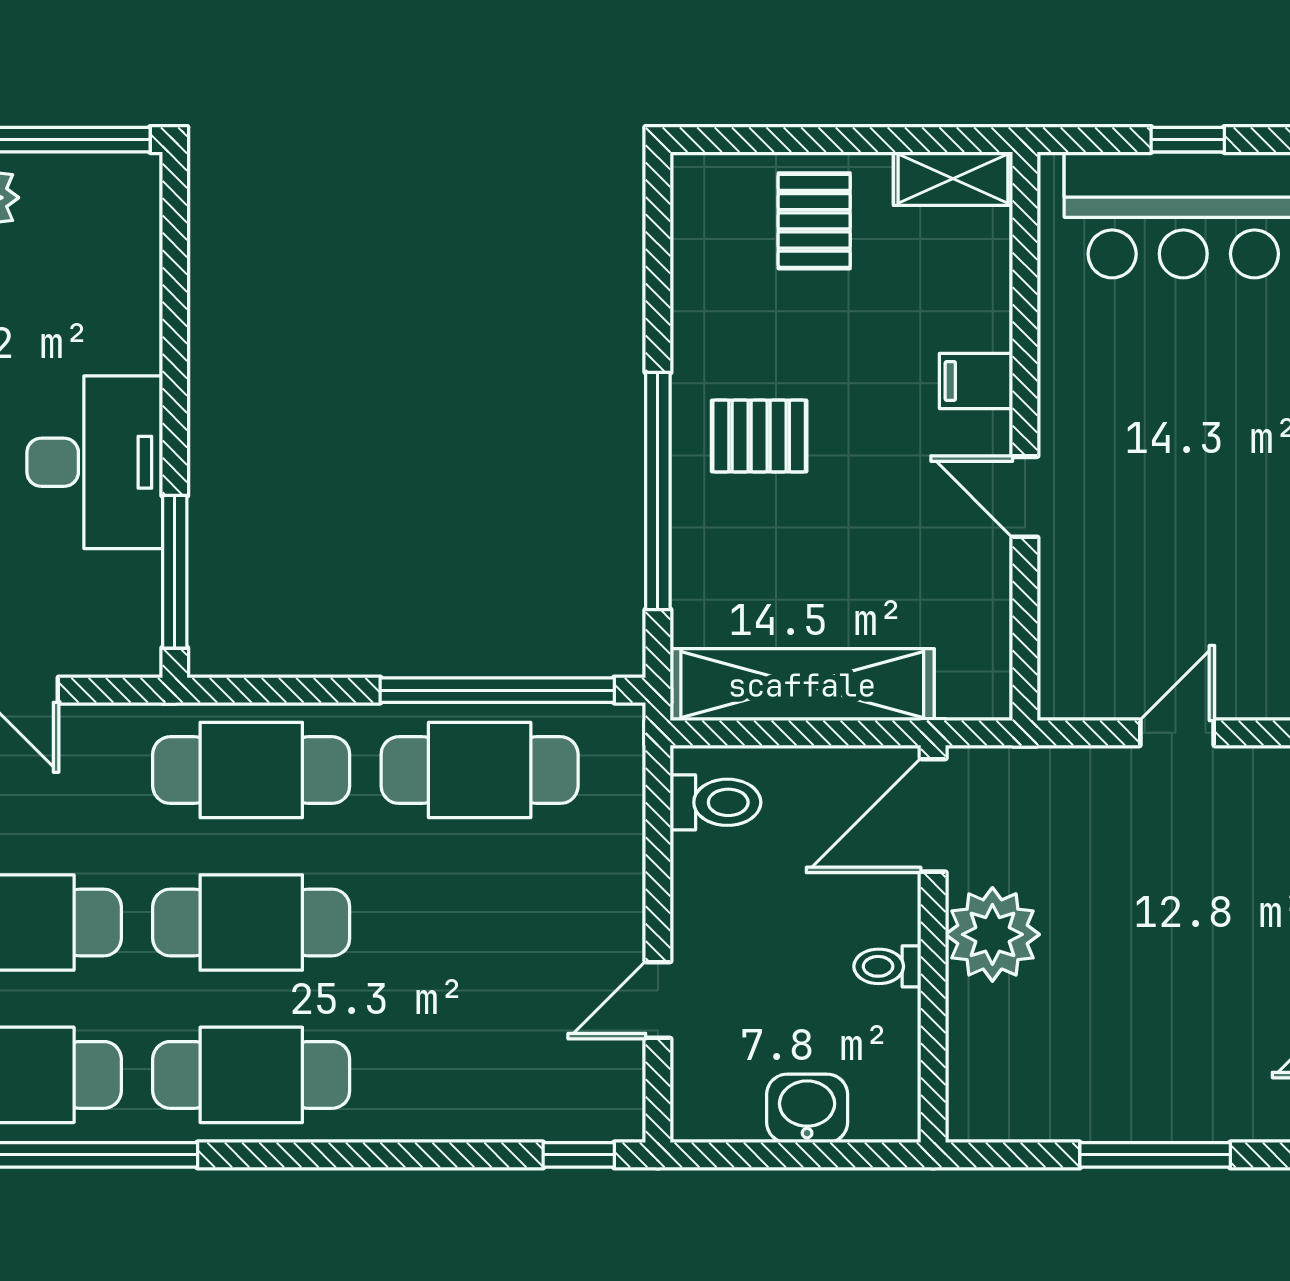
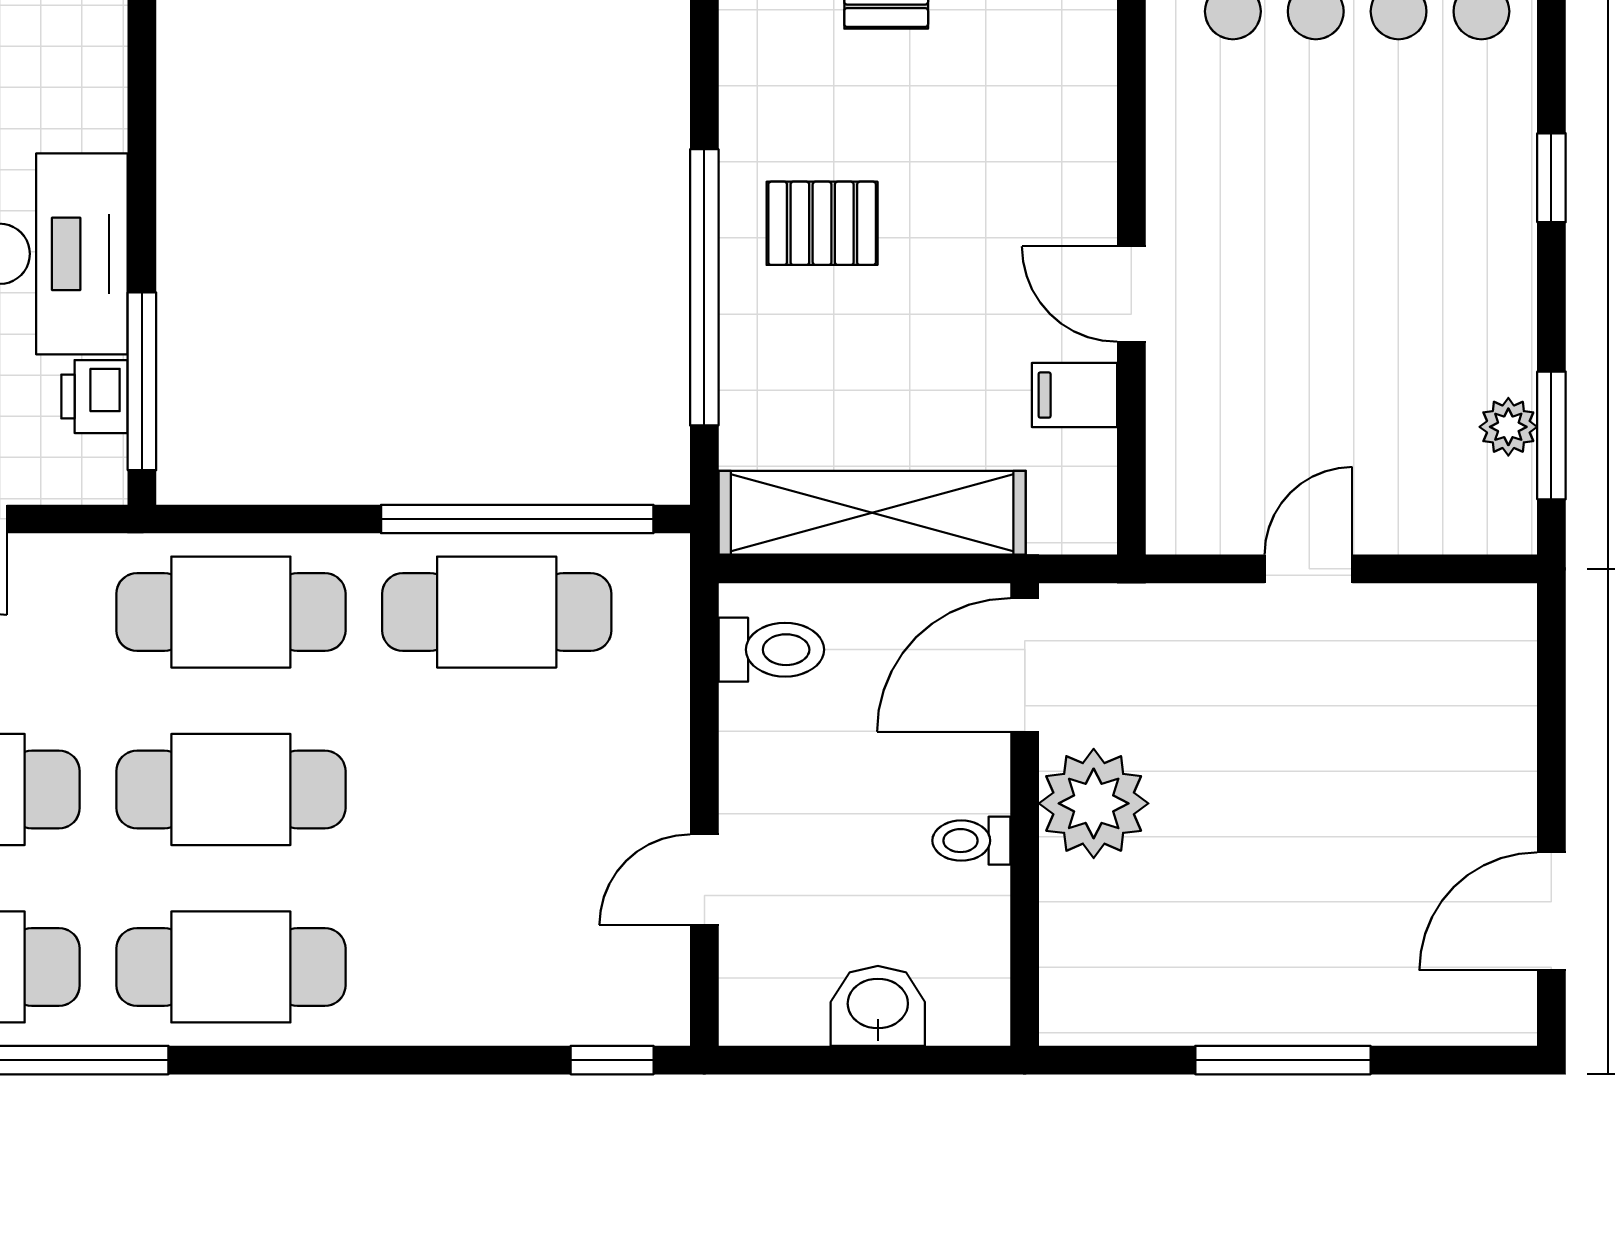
filing cabinet: (976, 381) -> (1074, 395), moved
printer: (134, 585) -> (94, 397), added

